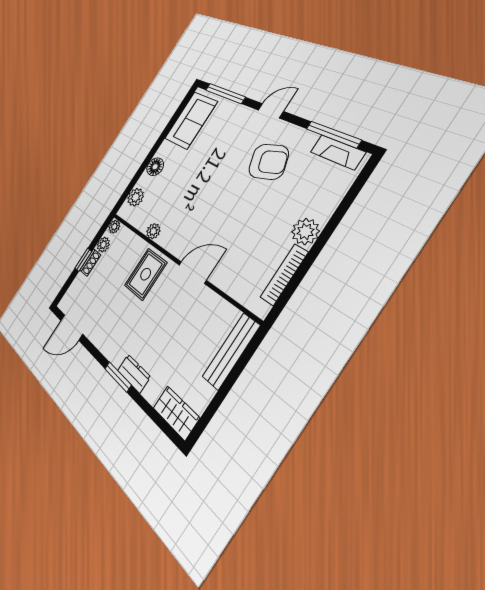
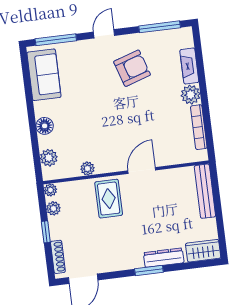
fireplace: (338, 152) -> (189, 66), moved, turned 90
shoe rack: (90, 262) -> (58, 257), moved, width x1.43
dresser: (134, 374) -> (164, 258), width x1.44

